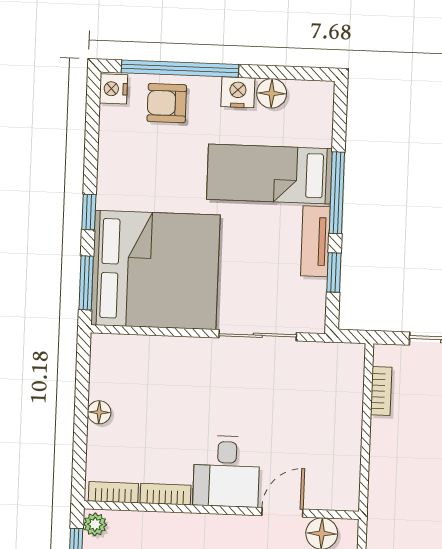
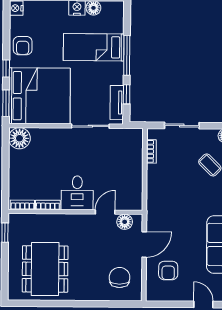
armchair: (167, 103) -> (23, 46), moved, turned -90
tv unit: (315, 241) -> (117, 103), moved
floor lamp: (99, 412) -> (19, 138), moved, width x1.89, depth x1.89
plant: (95, 524) -> (14, 221), removed

